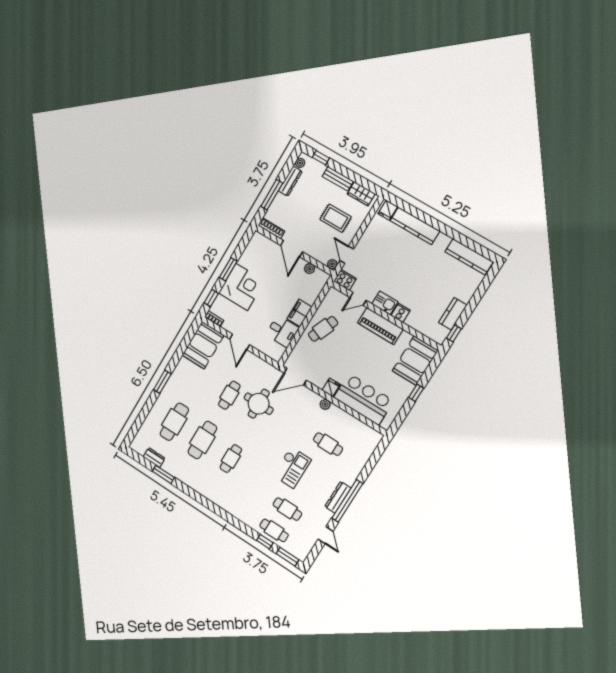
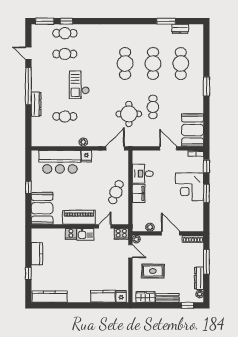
kitchen counter: (415, 226) -> (103, 296), width x0.67
window: (454, 333) -> (28, 273), moved
cafe table: (231, 459) -> (125, 64), width x1.37, depth x1.35
dresser: (338, 497) -> (36, 104), moved

